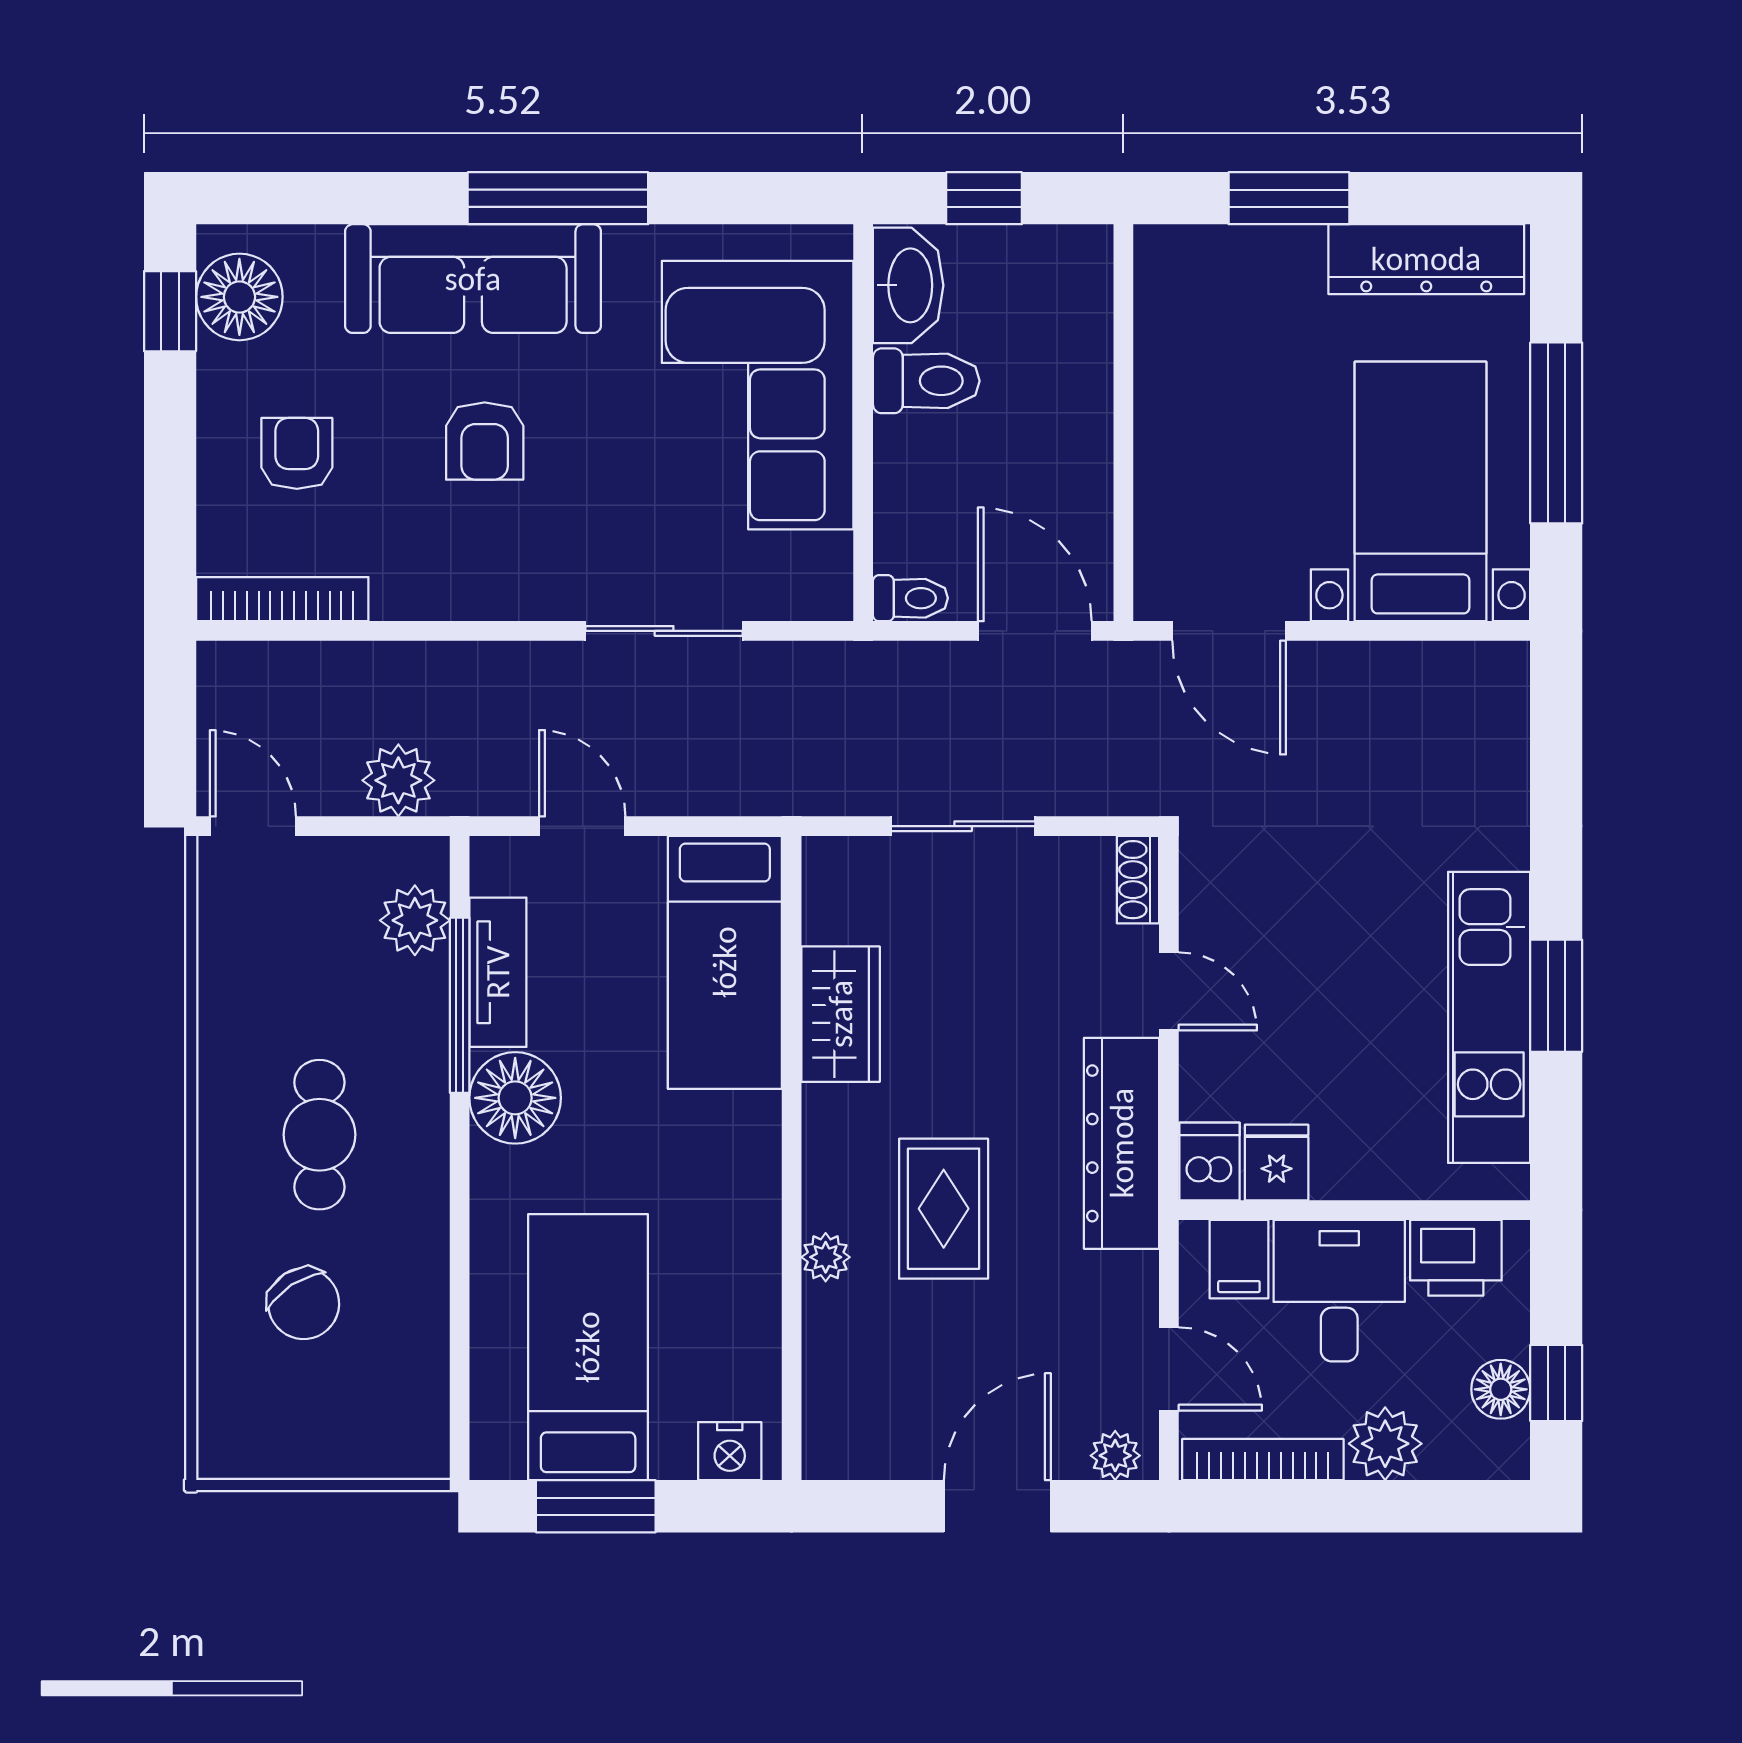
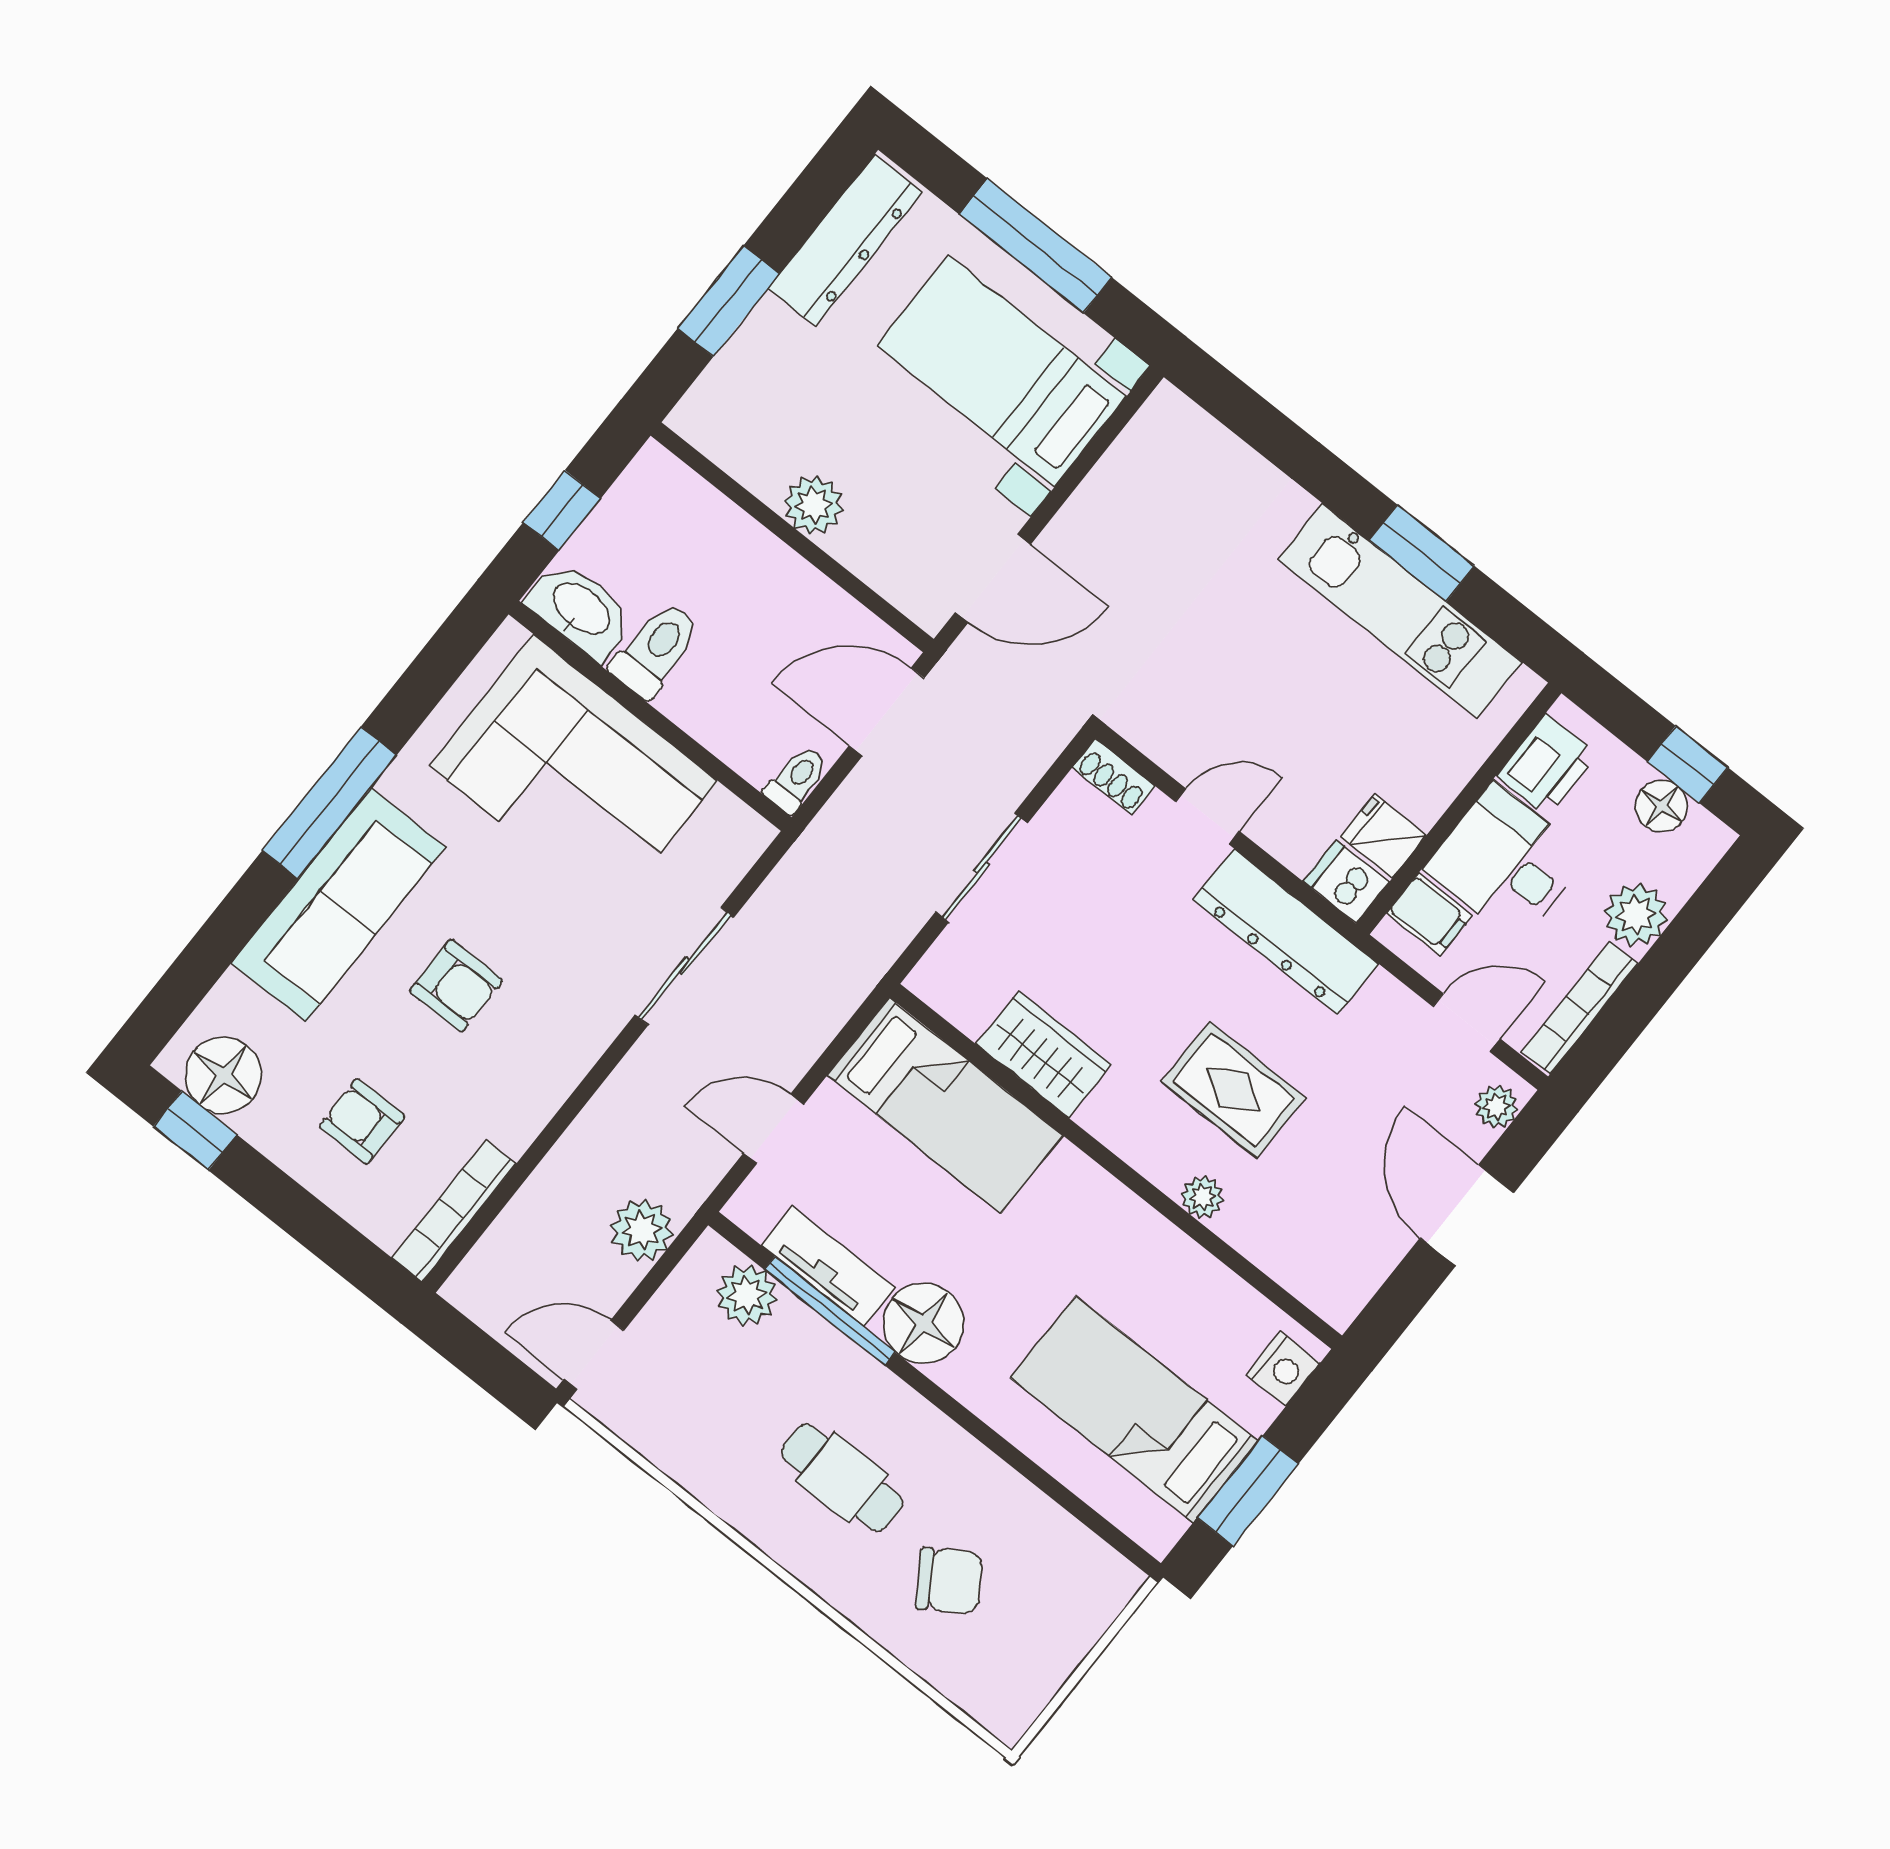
plant: (1167, 419) -> (813, 505), added

